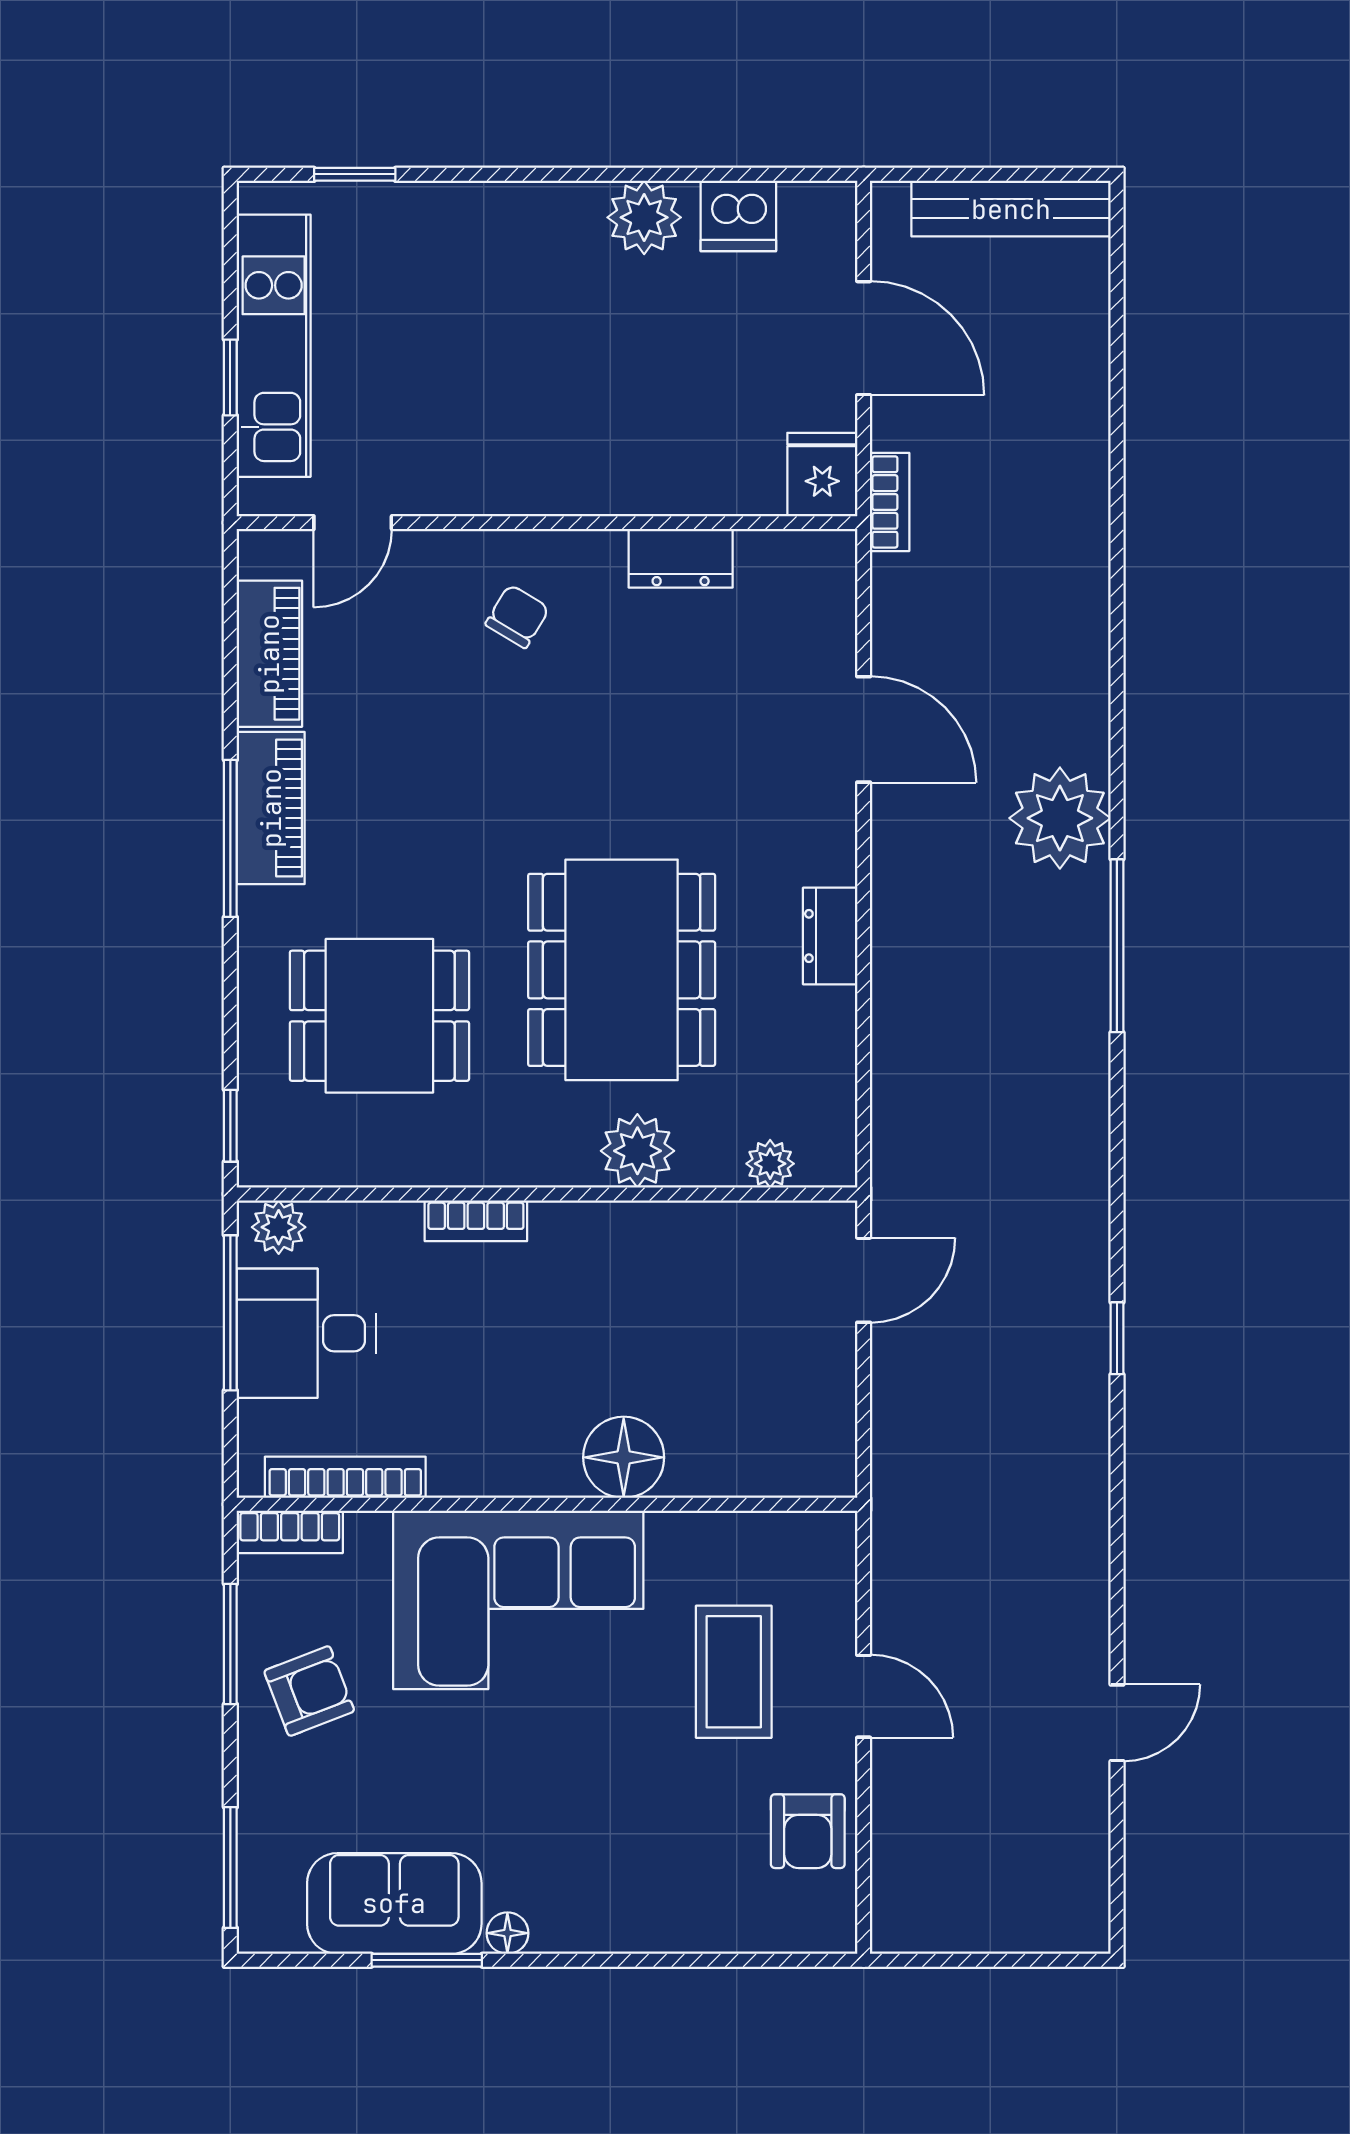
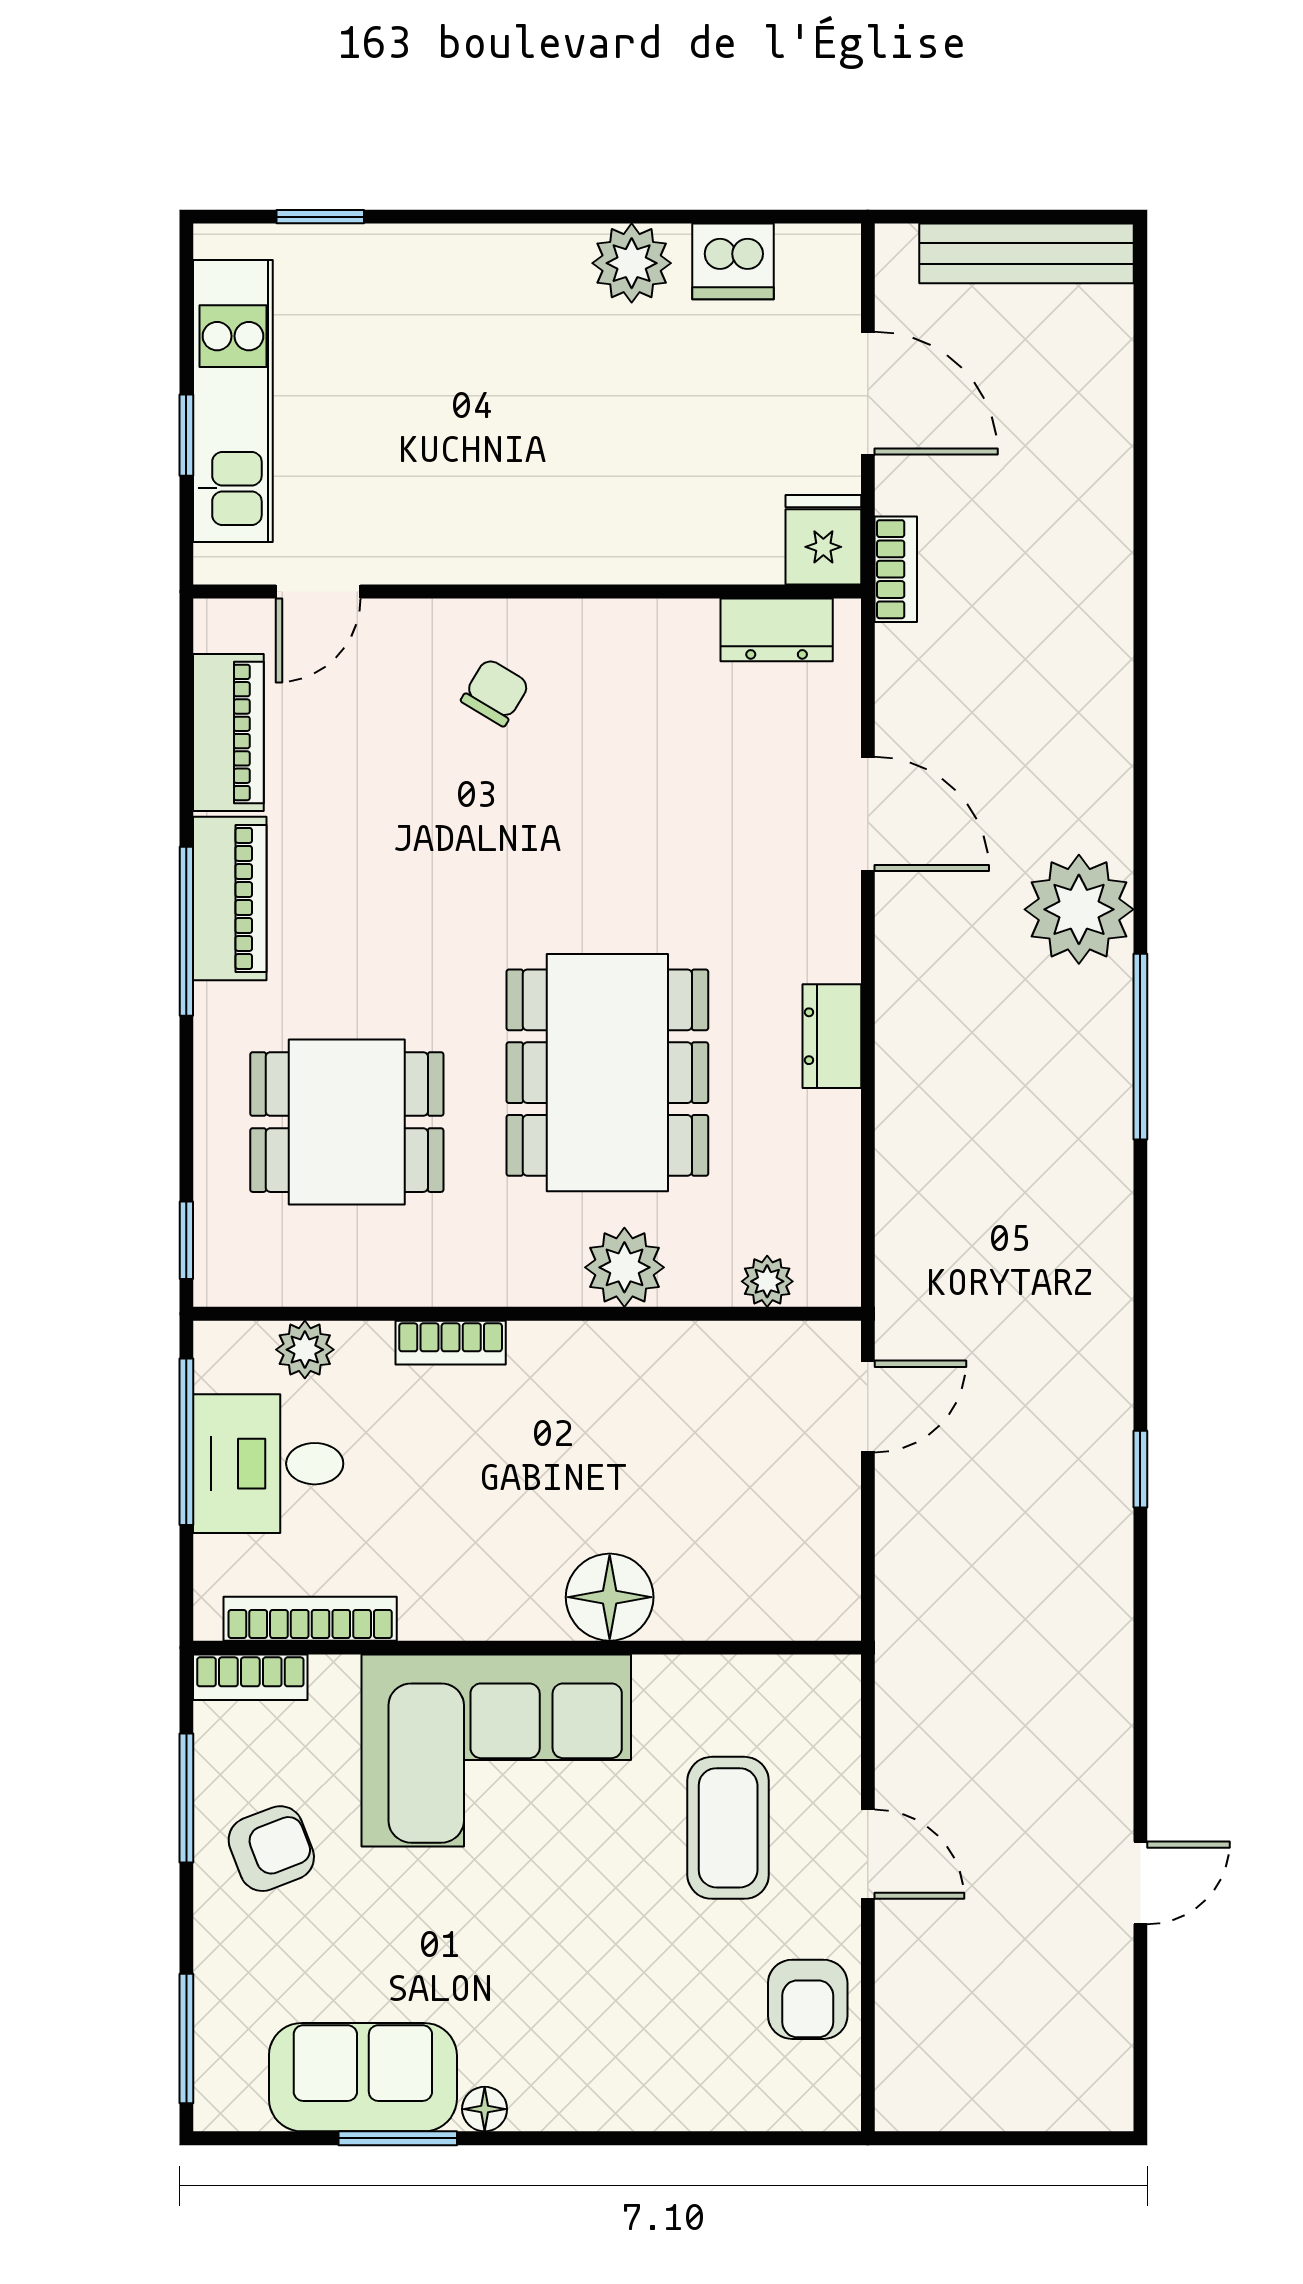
dresser: (681, 558) -> (777, 630), moved
plant: (279, 1227) -> (305, 1350), moved

